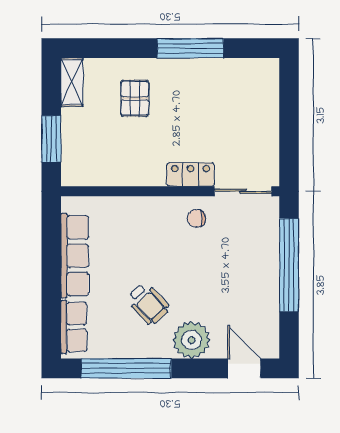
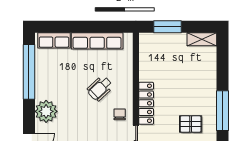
pallet: (135, 98) -> (191, 124), moved
locker: (191, 174) -> (146, 103), width x1.53
wheelchair: (148, 304) -> (100, 88), moved

